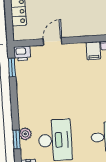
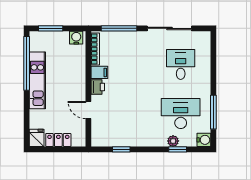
printer: (22, 53) -> (98, 87), moved
window: (12, 67) -> (121, 149), moved

